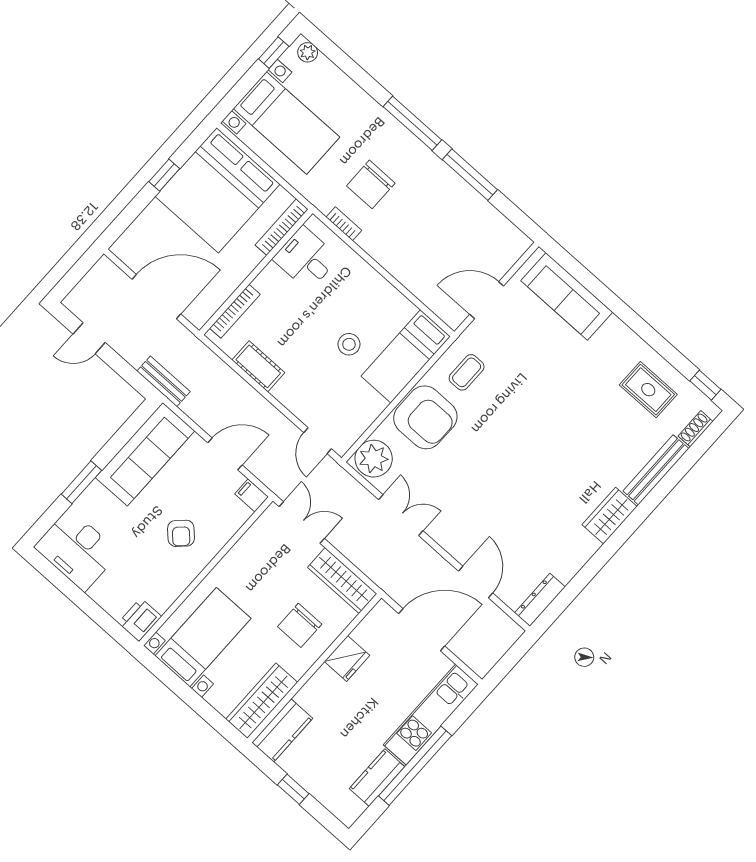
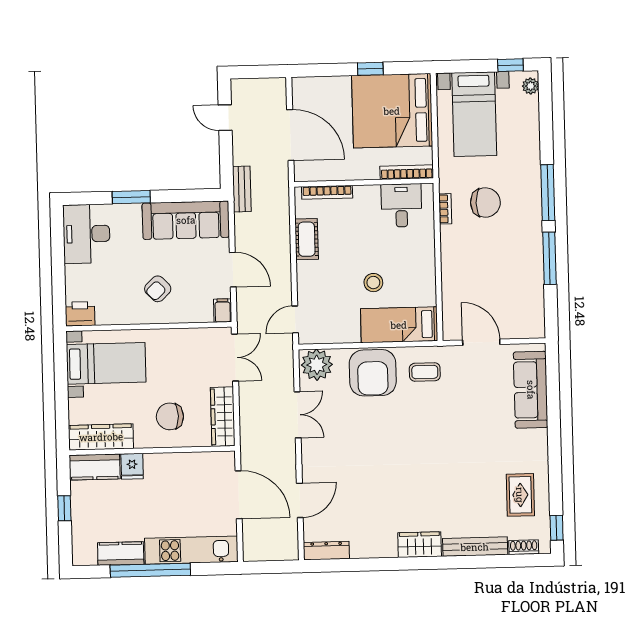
chair: (371, 184) -> (485, 203), turned 180
fridge: (347, 658) -> (132, 466), moved, width x0.72

